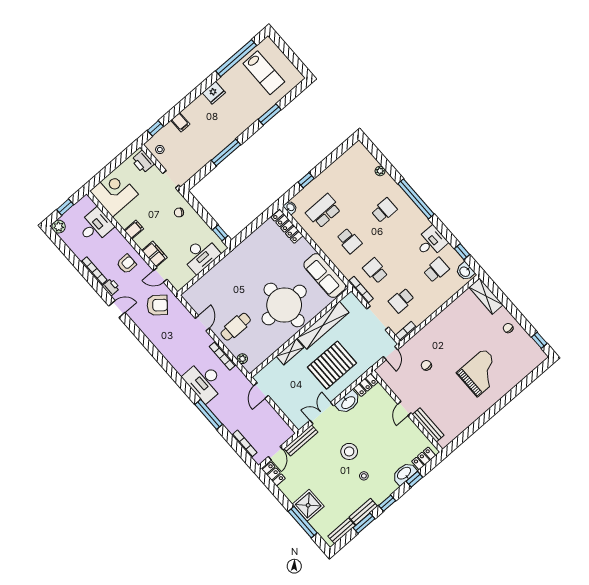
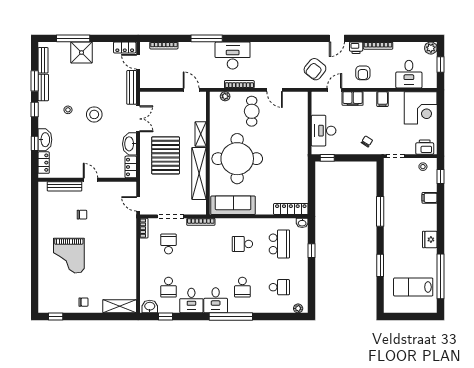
plant: (380, 171) -> (298, 308), moved
desk: (414, 223) -> (216, 300), added
school desk: (375, 271) -> (279, 287), moved
chair: (426, 365) -> (82, 215), moved

